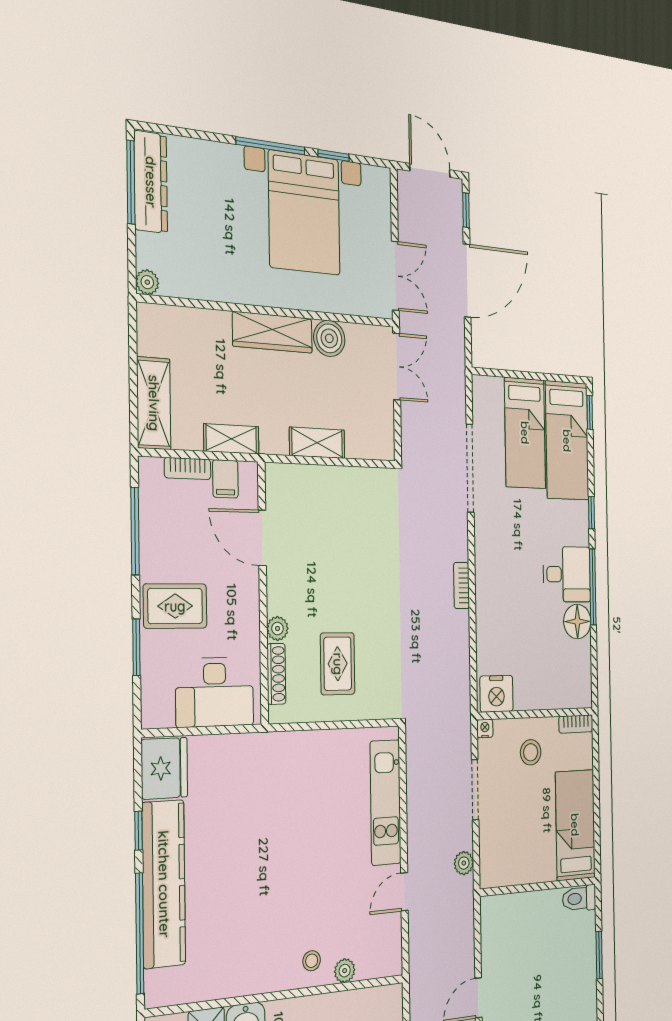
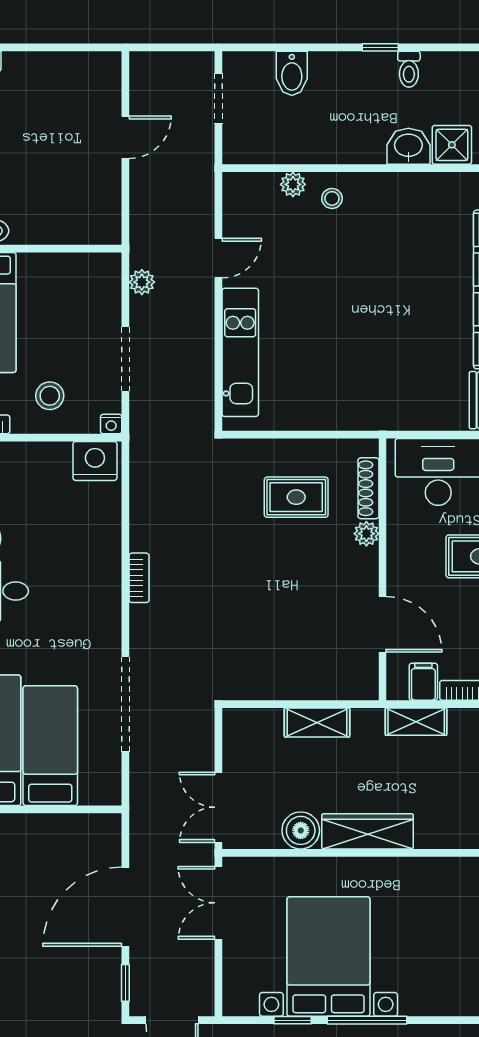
rug: (338, 664) -> (296, 497), turned 90

